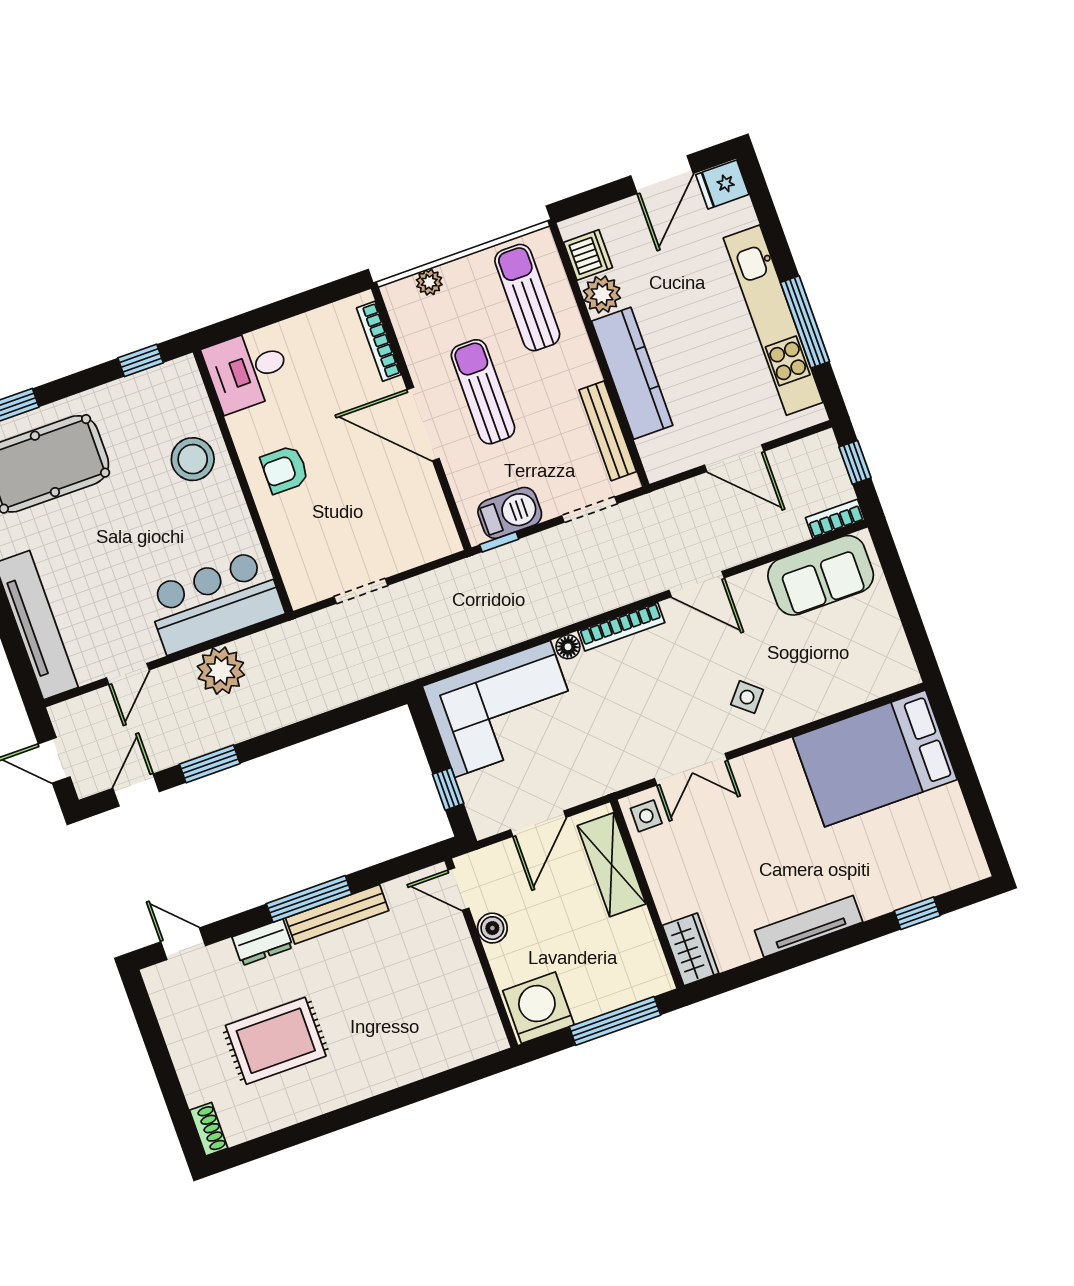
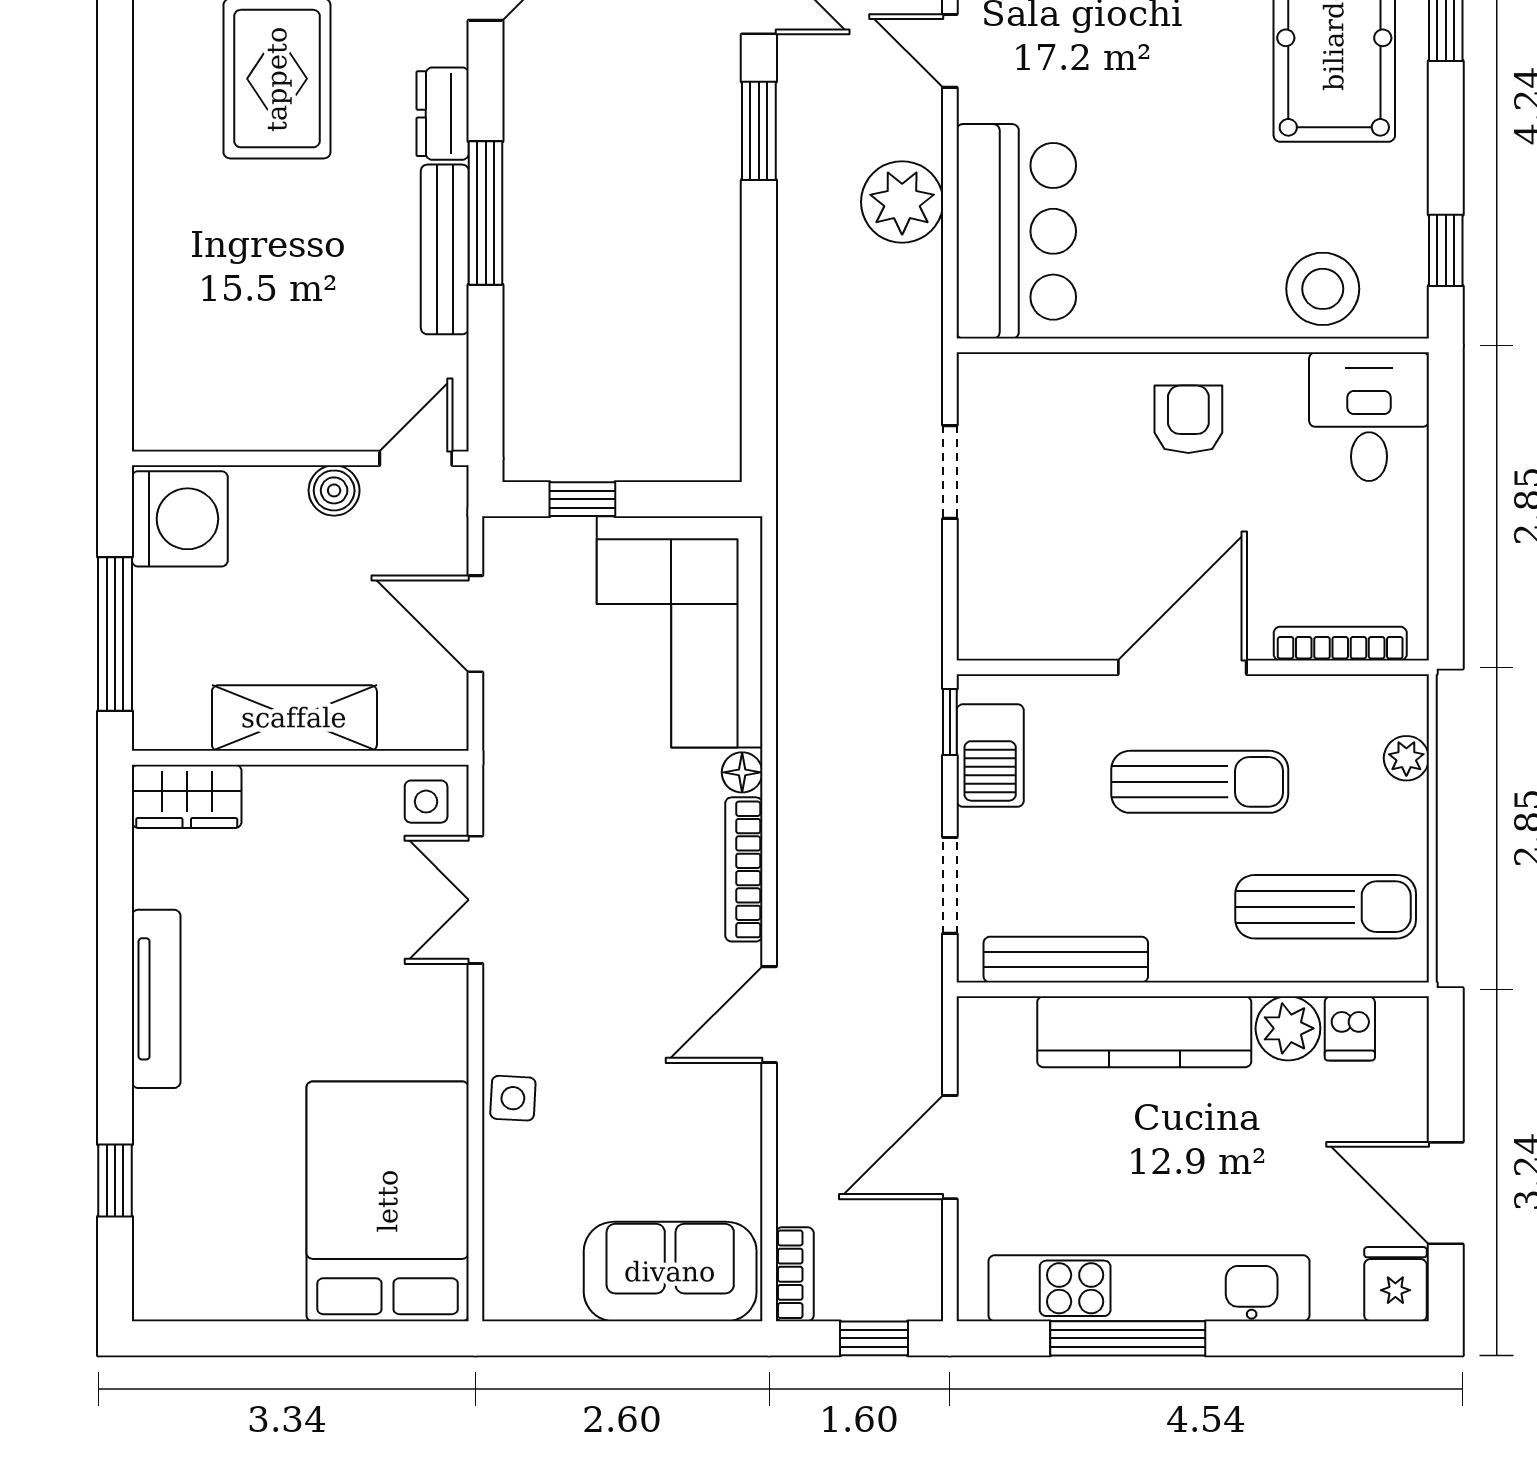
dishwasher: (588, 255) -> (1350, 1028), width x0.73
stool: (193, 459) -> (1323, 289), moved
sofa: (821, 575) -> (670, 1272), moved, turned 90
side table: (747, 697) -> (513, 1098), moved, turned -37
shelving: (612, 865) -> (294, 718), moved

